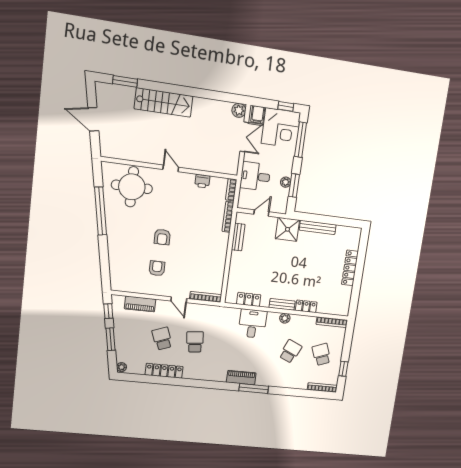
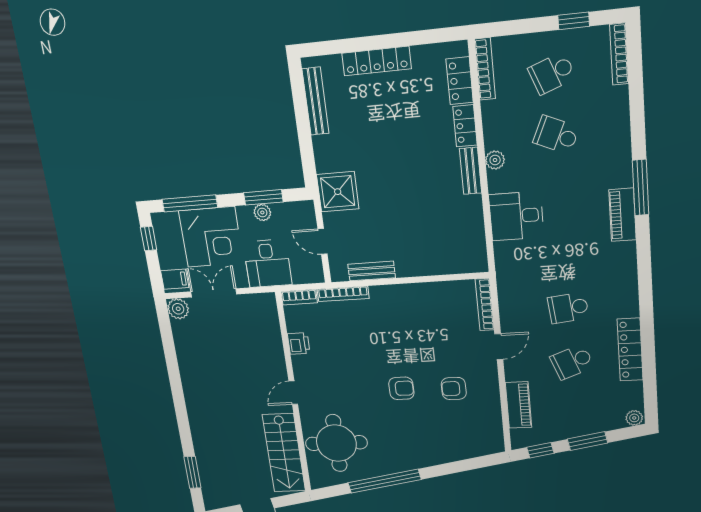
stairs: (164, 102) -> (284, 453), moved, turned 180
corner desk: (281, 128) -> (211, 237), moved, turned 90
bench: (318, 227) -> (316, 101), moved
locker: (249, 299) -> (460, 81), moved

